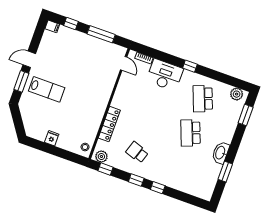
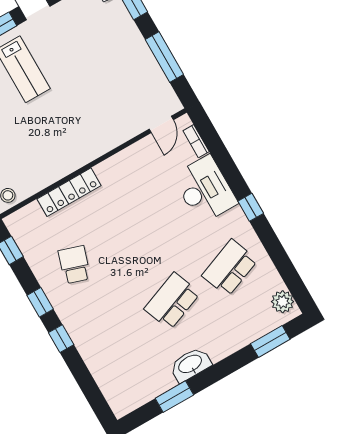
plant: (101, 157) -> (19, 228), removed

